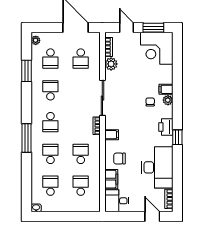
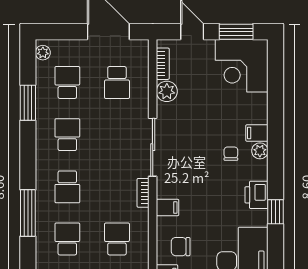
school desk: (50, 59) -> (67, 83), turned 180

